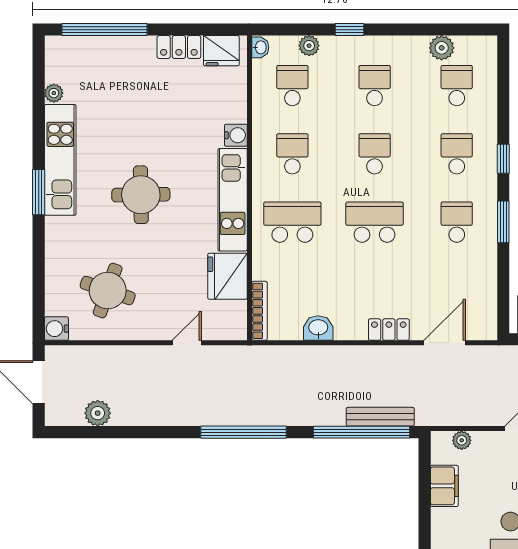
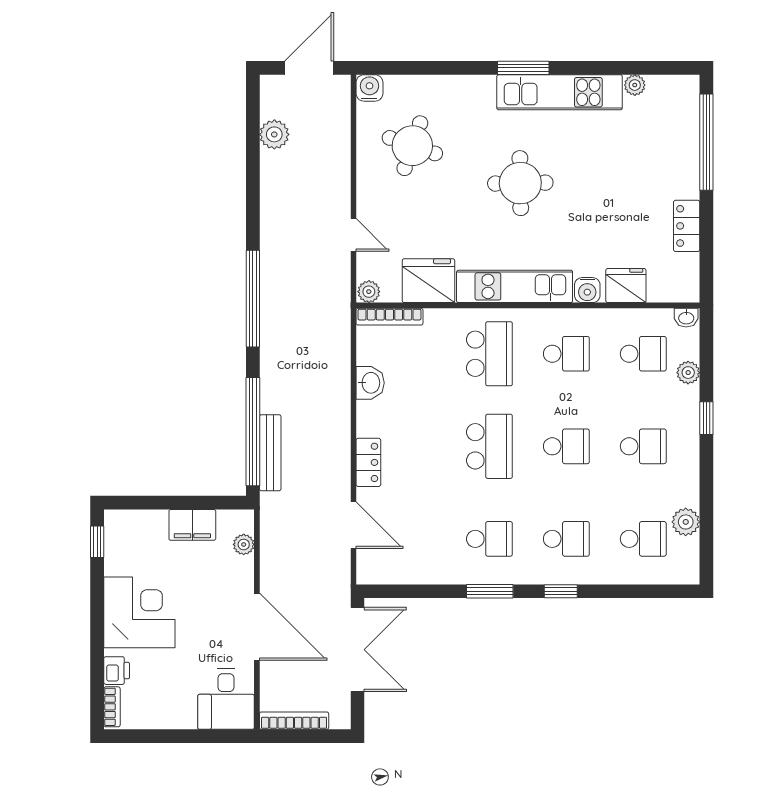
fridge: (221, 51) -> (626, 286), moved, turned 90
plant: (237, 329) -> (369, 292), added

